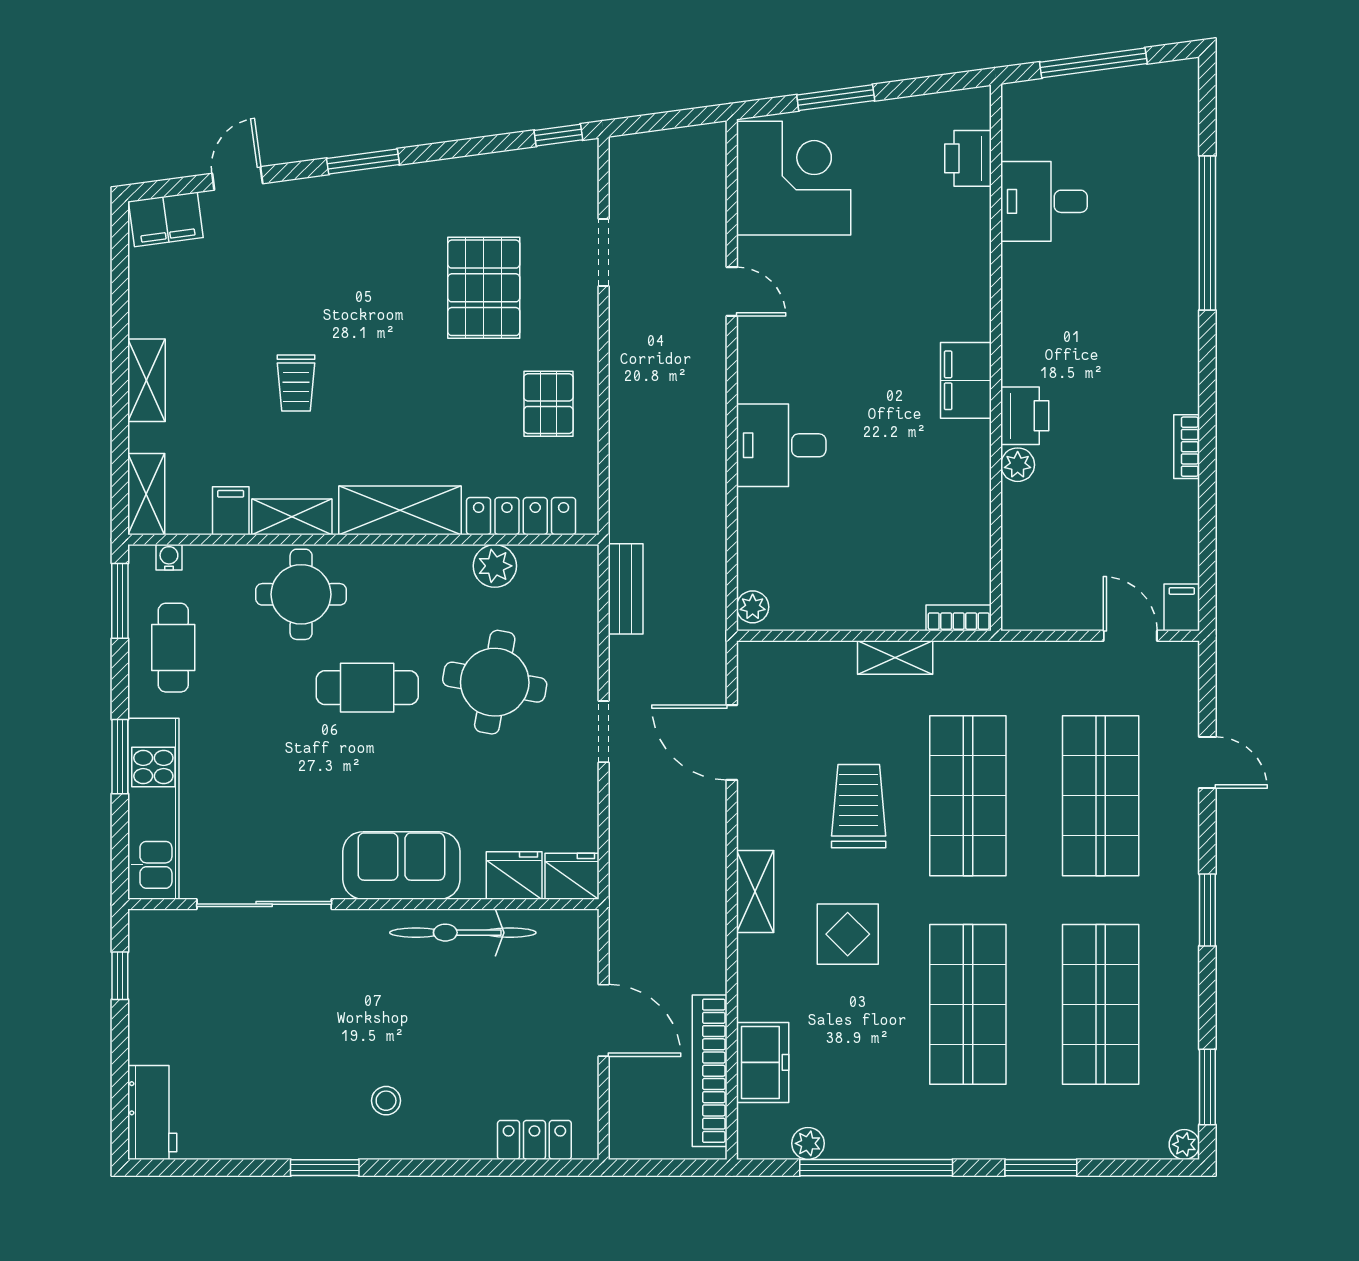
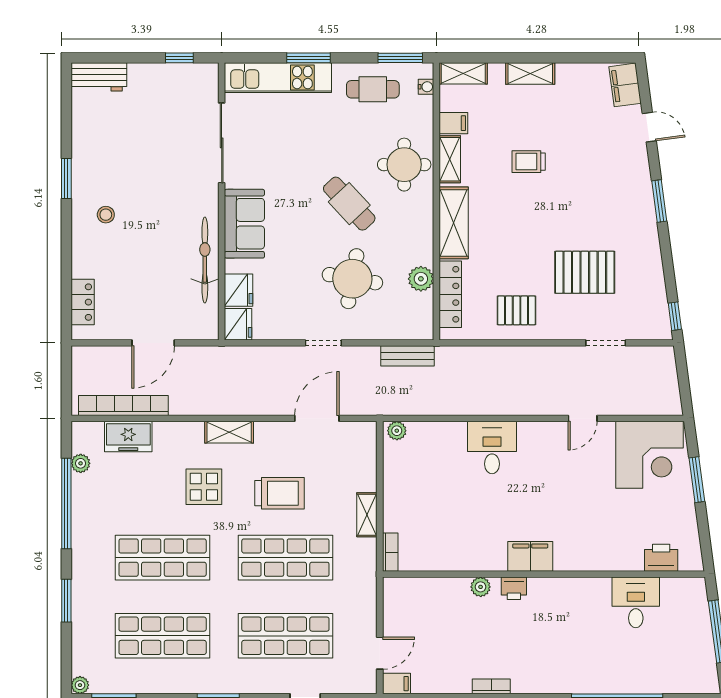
printer: (1025, 416) -> (514, 588), width x0.73, depth x0.81
cafe table: (367, 688) -> (349, 204), turned -43

